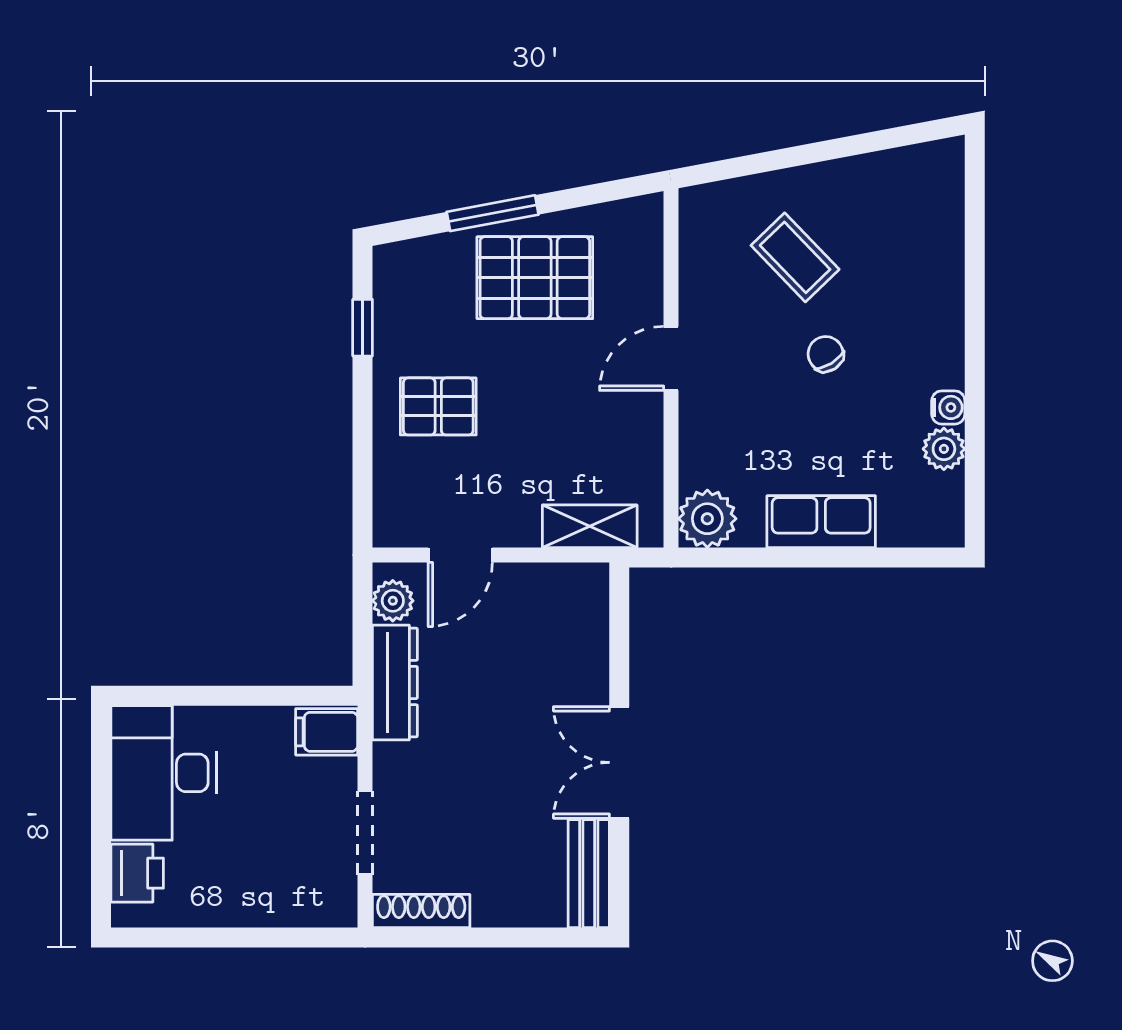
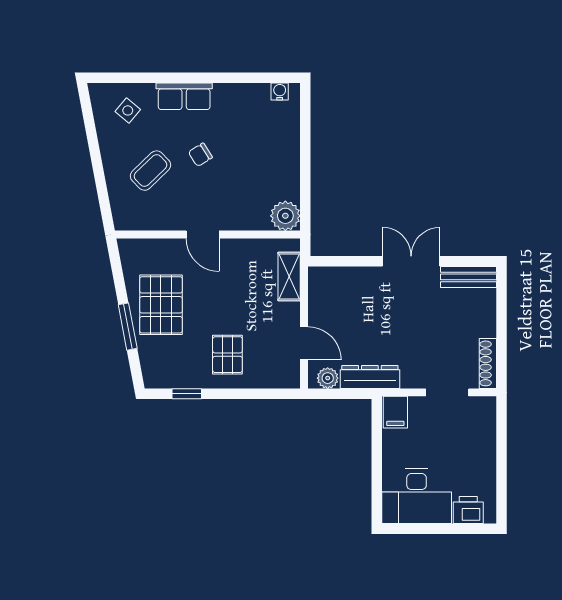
side table: (911, 213) -> (128, 110), added
water cooler: (948, 407) -> (280, 91), moved
plant: (944, 449) -> (249, 94), removed
row of seats: (821, 522) -> (184, 96), moved, turned -90
double door: (619, 762) -> (411, 261), swing flipped

